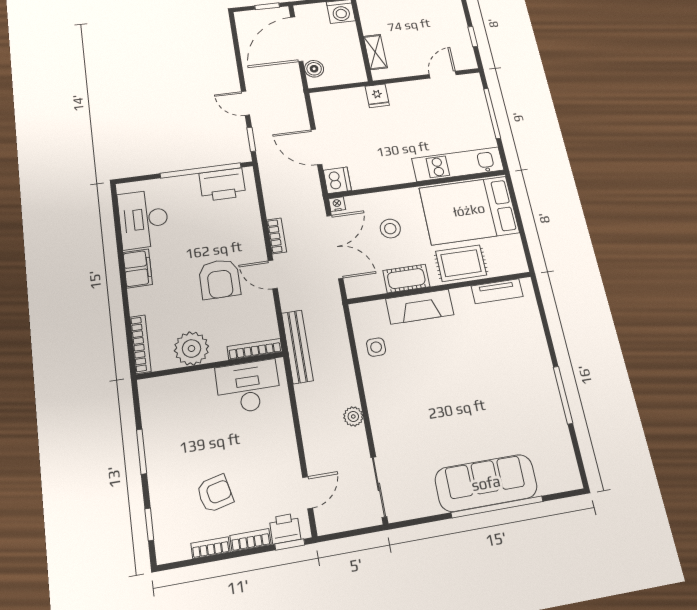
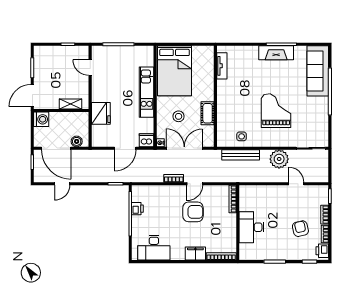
fridge: (377, 96) -> (101, 113), width x1.88, depth x1.34
door: (245, 103) -> (62, 184), moved
kitchen unit: (458, 164) -> (147, 92), moved
printer: (222, 185) -> (137, 209), width x0.53, depth x0.68
rug: (461, 263) -> (204, 82), removed
filing cabinet: (138, 268) -> (195, 254), moved
fireplace: (420, 307) -> (276, 53), moved, turned 90
bench: (297, 347) -> (241, 155), moved
plant: (191, 348) -> (227, 231), removed
desk: (248, 387) -> (251, 227), moved
grand piano: (438, 405) -> (276, 111), added
plant: (353, 417) -> (279, 159), width x1.88, depth x1.88
sofa: (486, 483) -> (318, 71), moved
door: (308, 493) -> (296, 184), moved
printer: (285, 528) -> (322, 251), moved

